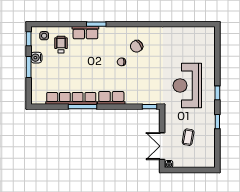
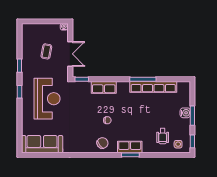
row of seats: (85, 33) -> (130, 147), moved
sofa: (193, 36) -> (42, 144), added
chair: (137, 46) -> (102, 143), moved
water cooler: (36, 58) -> (185, 113), moved
row of seats: (111, 98) -> (104, 87), moved
double door: (162, 146) -> (70, 54), moved

